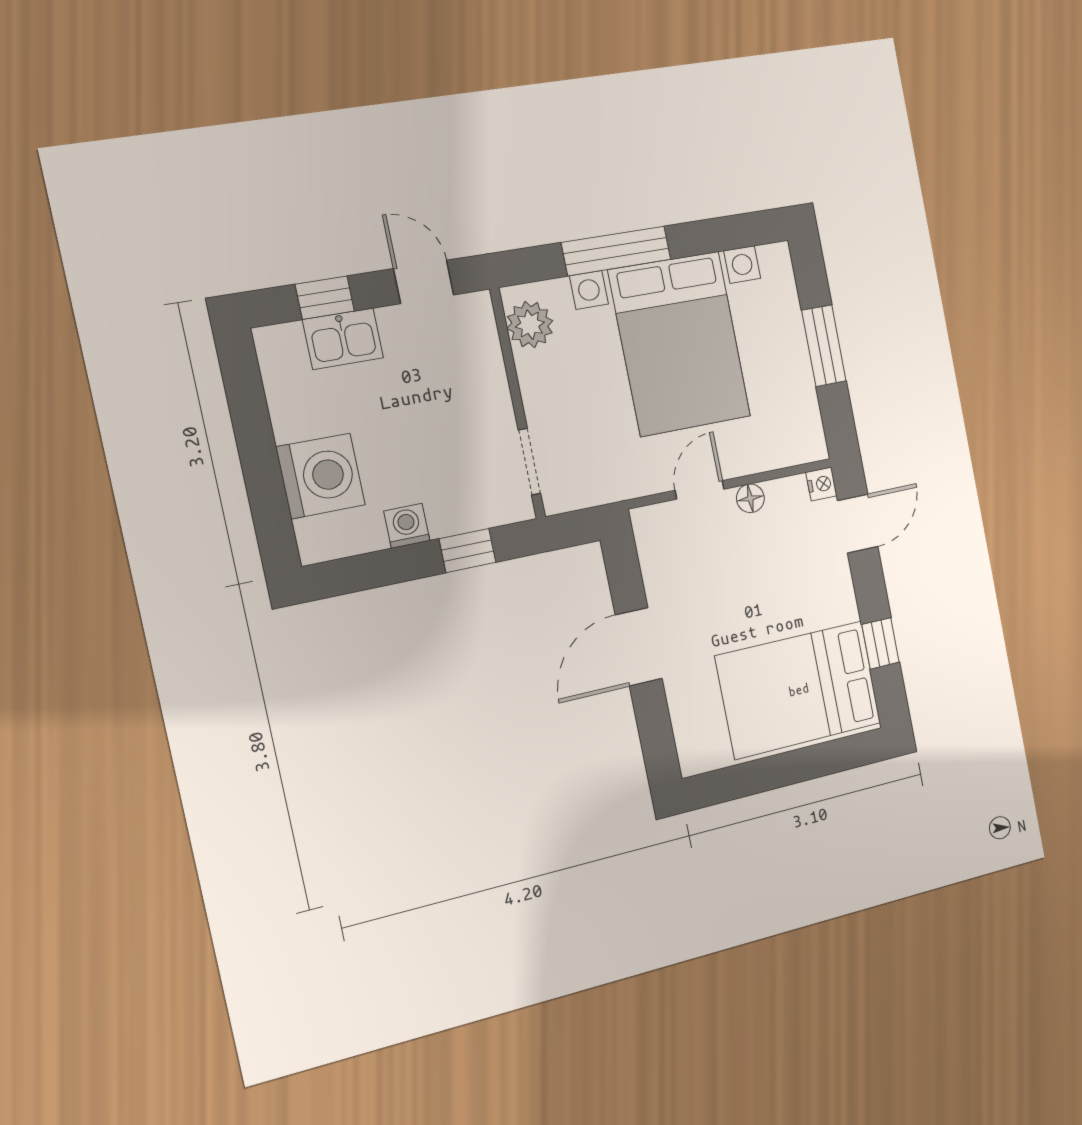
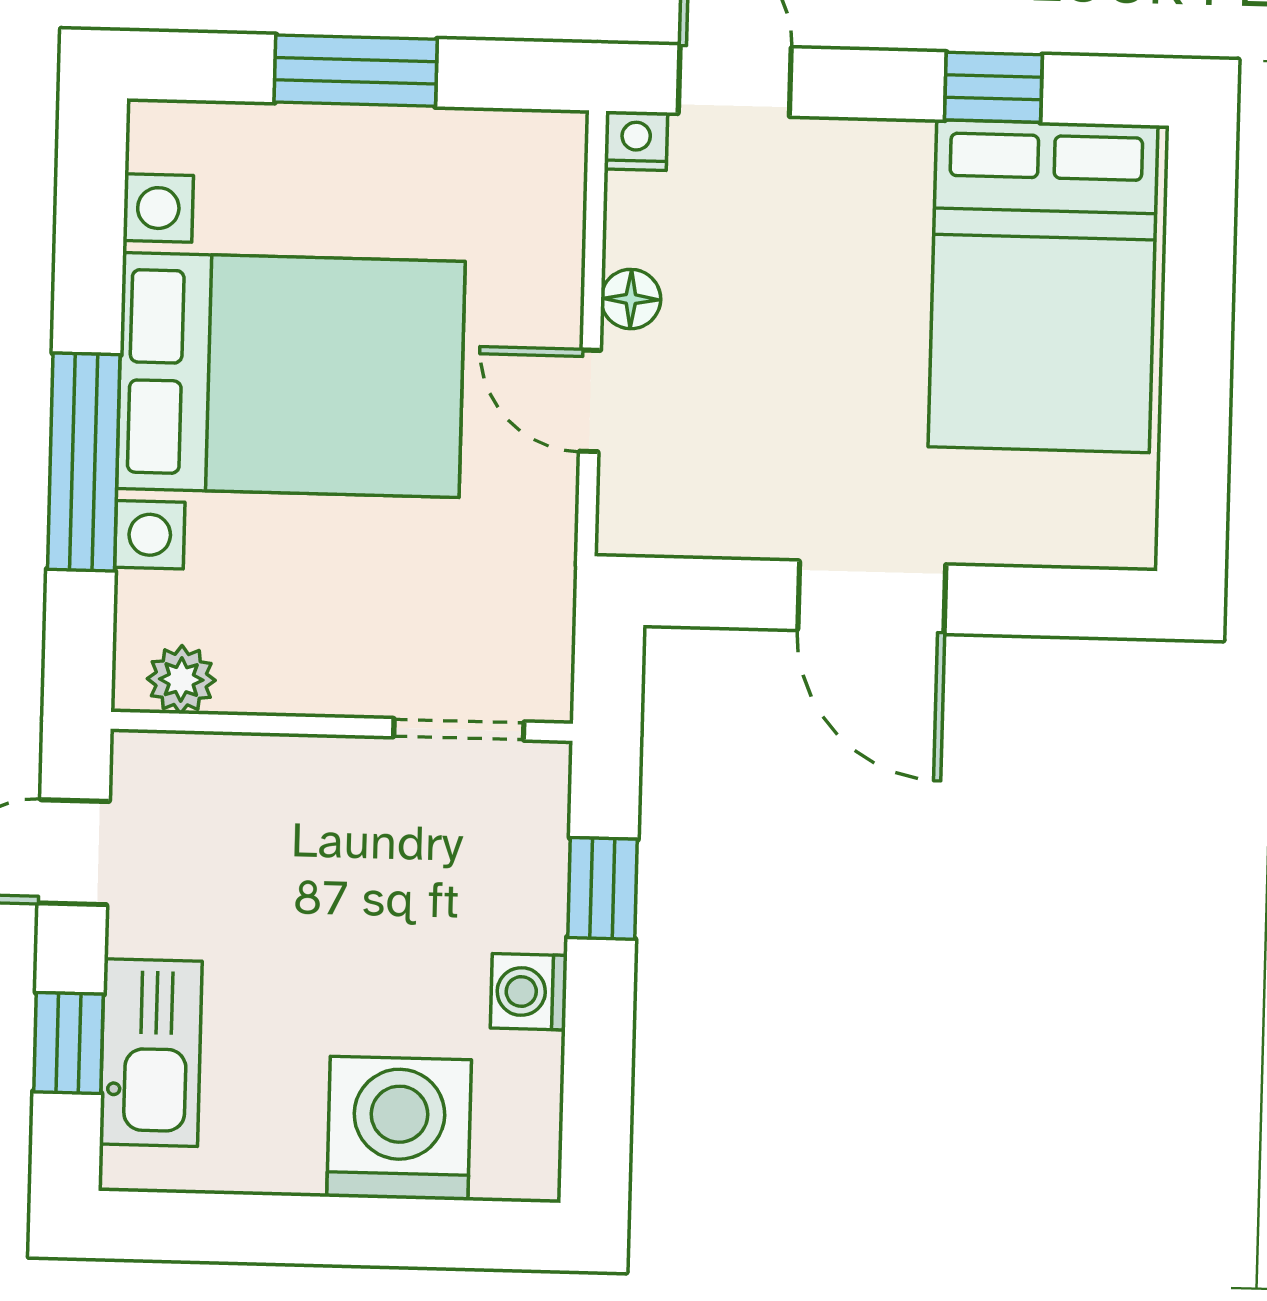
plant: (530, 325) -> (181, 680), width x0.73, depth x0.73
kitchen sink: (343, 339) -> (151, 1053), width x1.38

